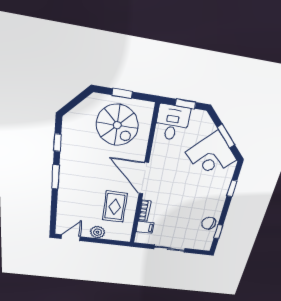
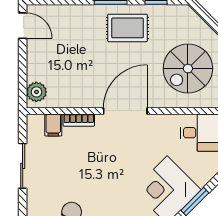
rug: (115, 207) -> (128, 28), moved
plant: (98, 232) -> (36, 92), moved

